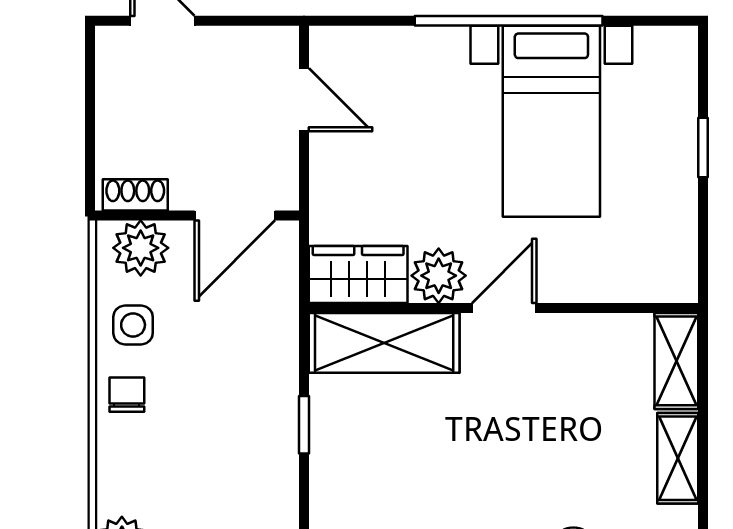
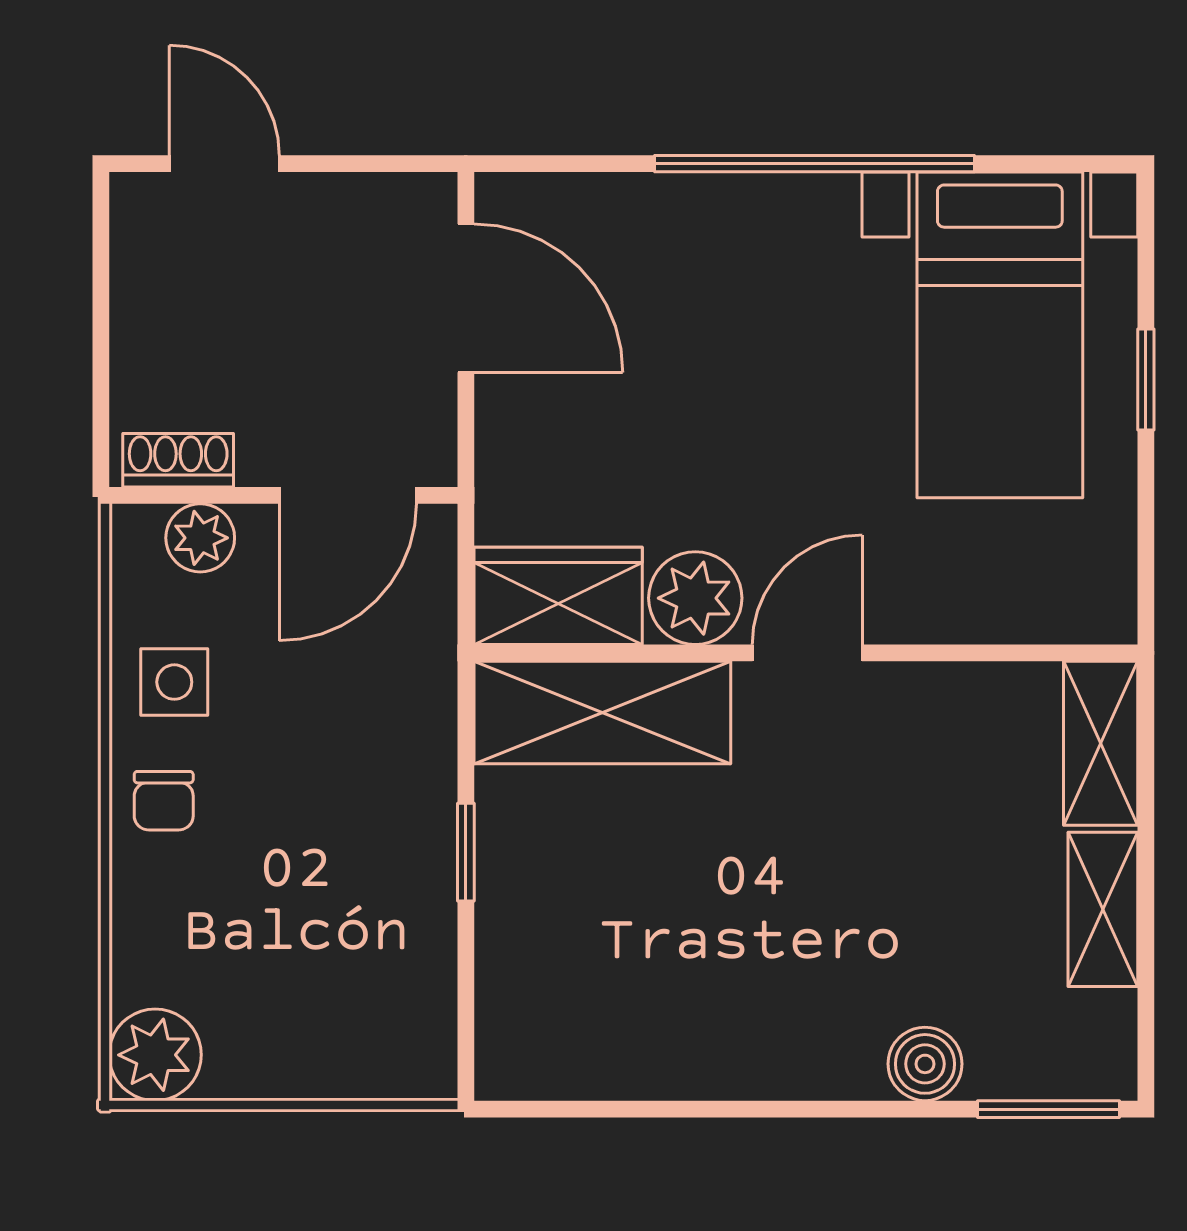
door: (304, 100) -> (466, 298), width x1.38
bed with nightstands: (551, 121) -> (1000, 335), moved
plant: (141, 248) -> (200, 538), width x0.73, depth x0.73
chair: (127, 395) -> (164, 801), turned 180

